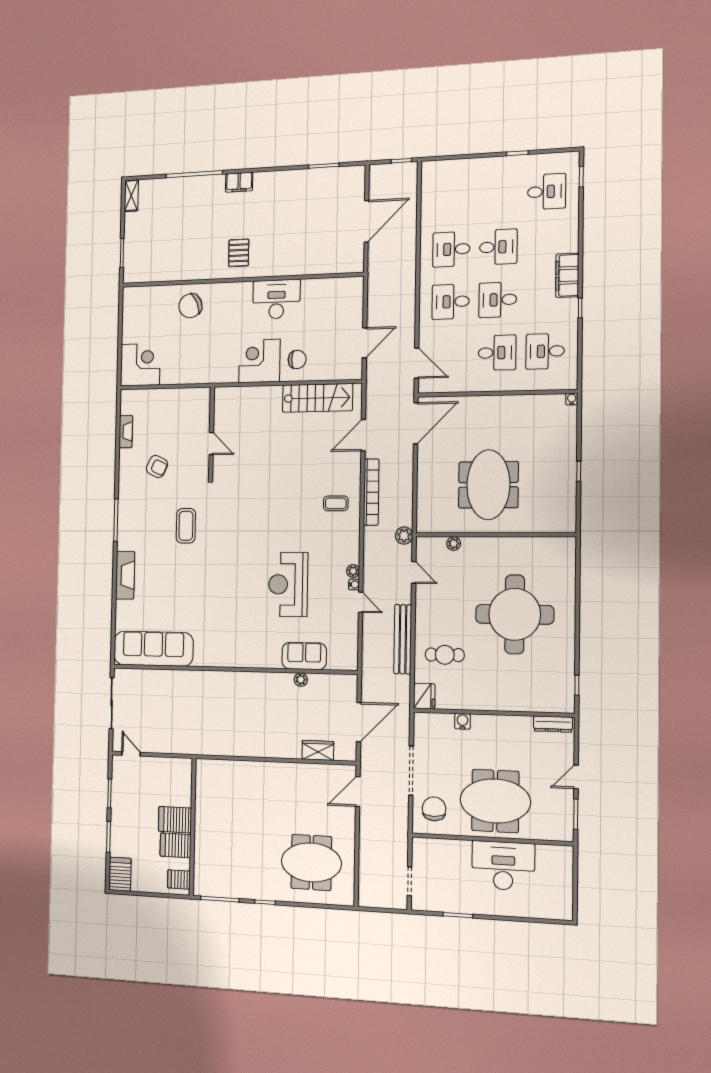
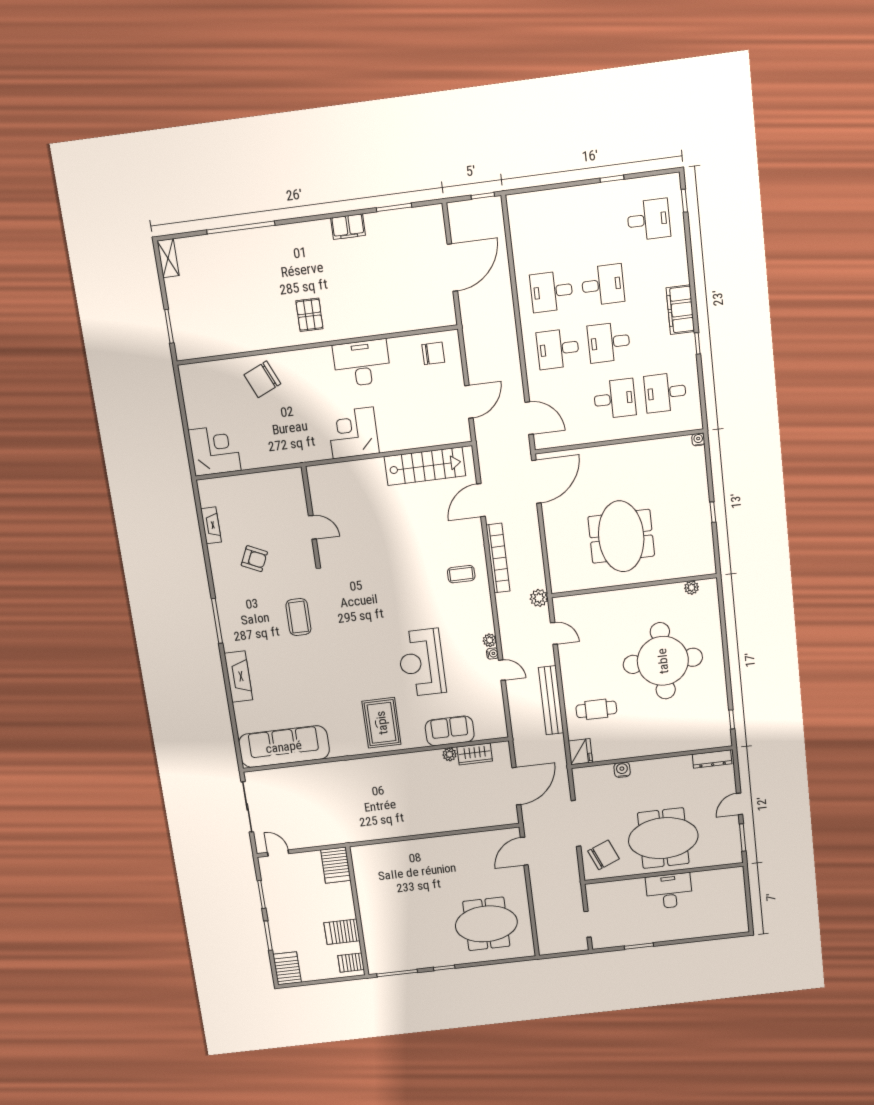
filing cabinet: (239, 182) -> (348, 227), moved
chair: (297, 359) -> (433, 353), moved
plant: (454, 544) -> (691, 587), moved
rug: (243, 638) -> (382, 723), added
wardrobe: (318, 750) -> (475, 754), moved, turned 180
chair: (434, 809) -> (604, 855), turned 67
server rack: (175, 820) -> (336, 865), moved, turned -90
desk: (503, 866) -> (669, 891), width x0.73, depth x0.77

